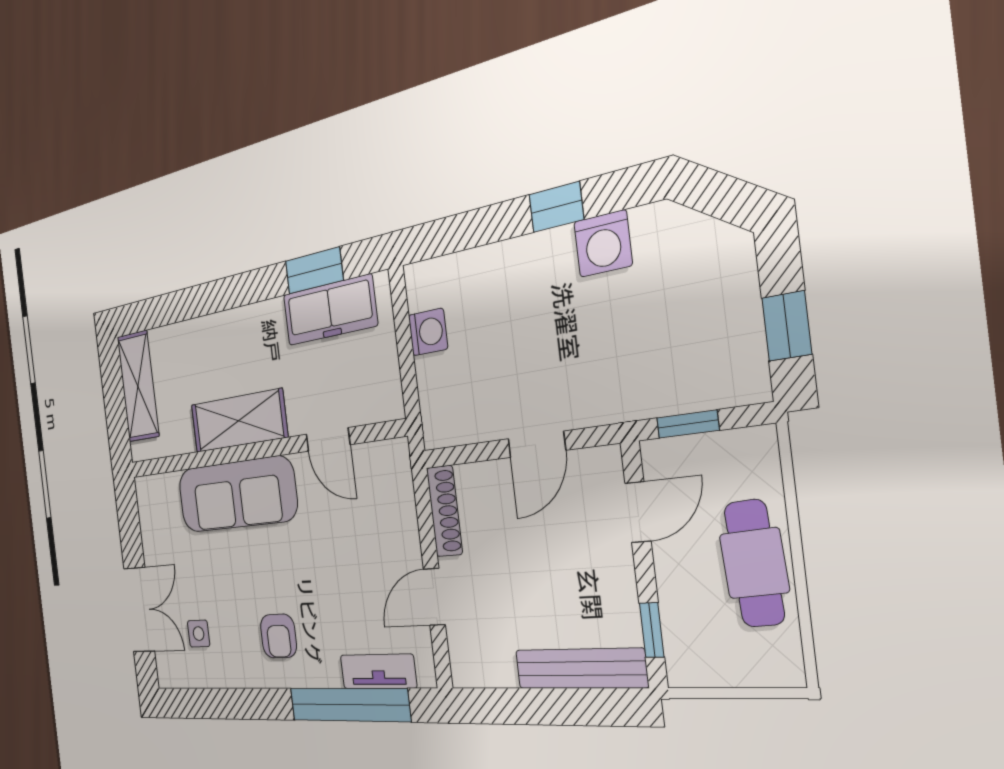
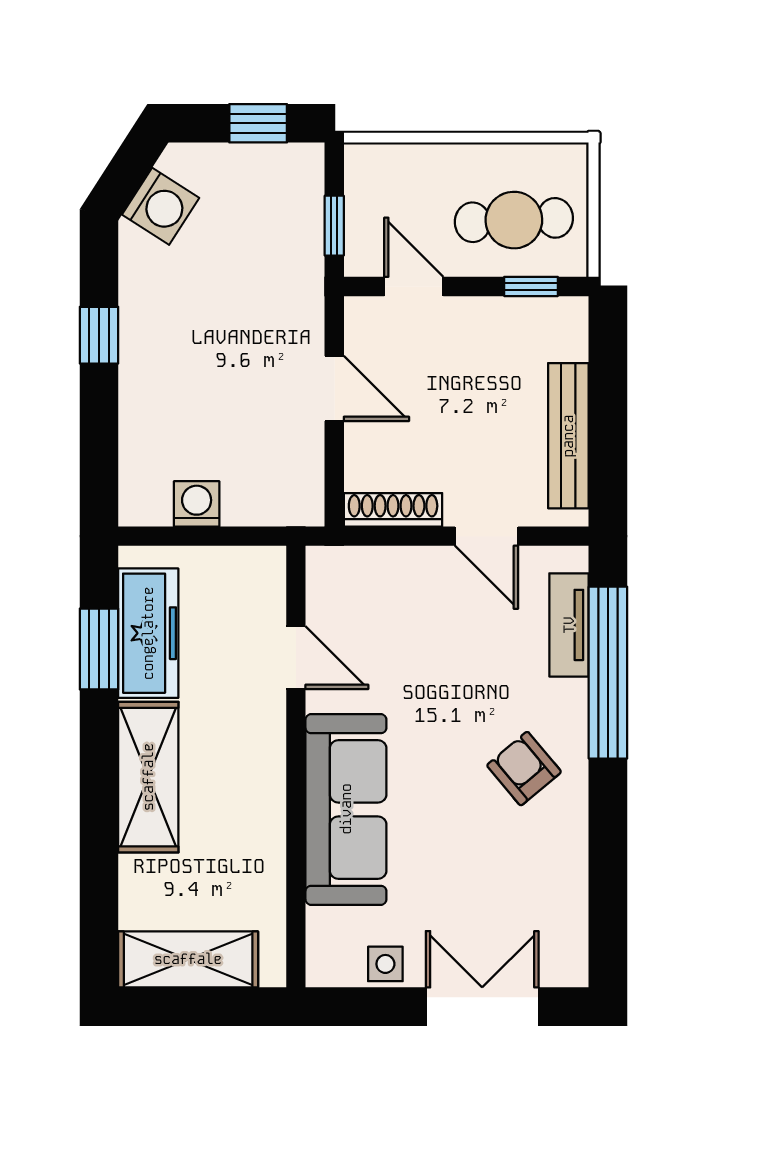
washing machine: (603, 244) -> (161, 206), moved, turned 33
shelving: (239, 421) -> (148, 777), moved
door: (328, 439) -> (296, 658), hinge flipped
cafe table: (754, 563) -> (514, 220), moved
side table: (199, 634) -> (385, 964), moved
armchair: (278, 636) -> (524, 769), turned -130
bench: (580, 669) -> (568, 436), moved

